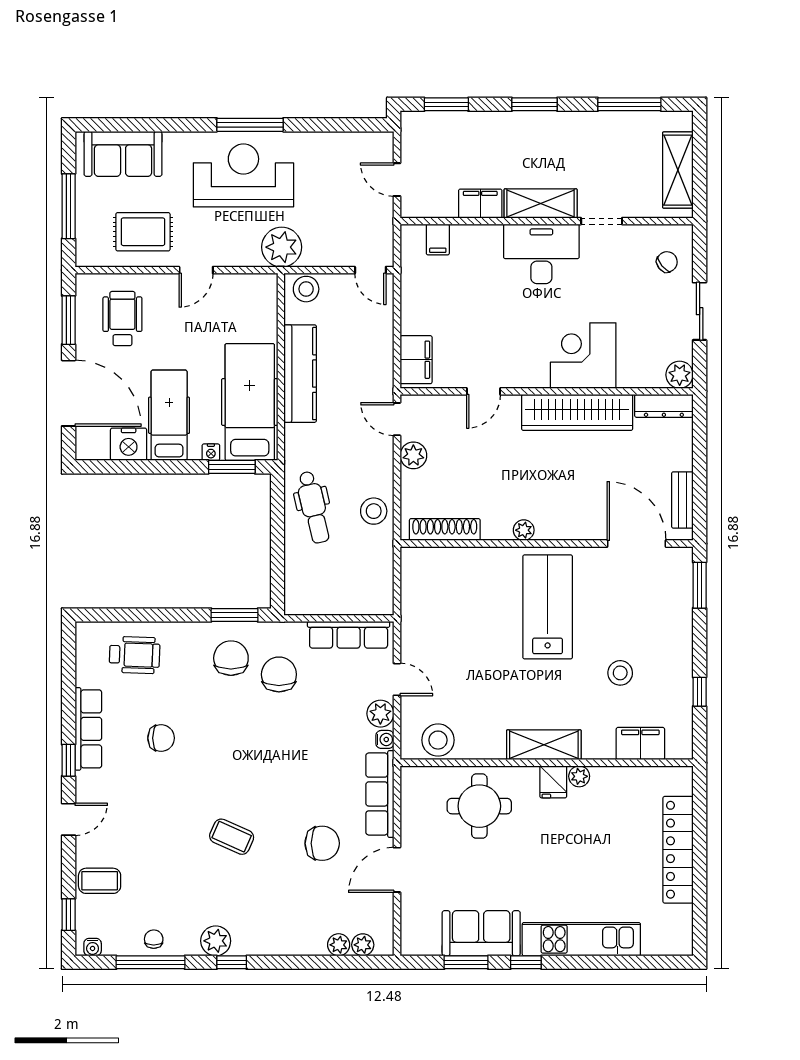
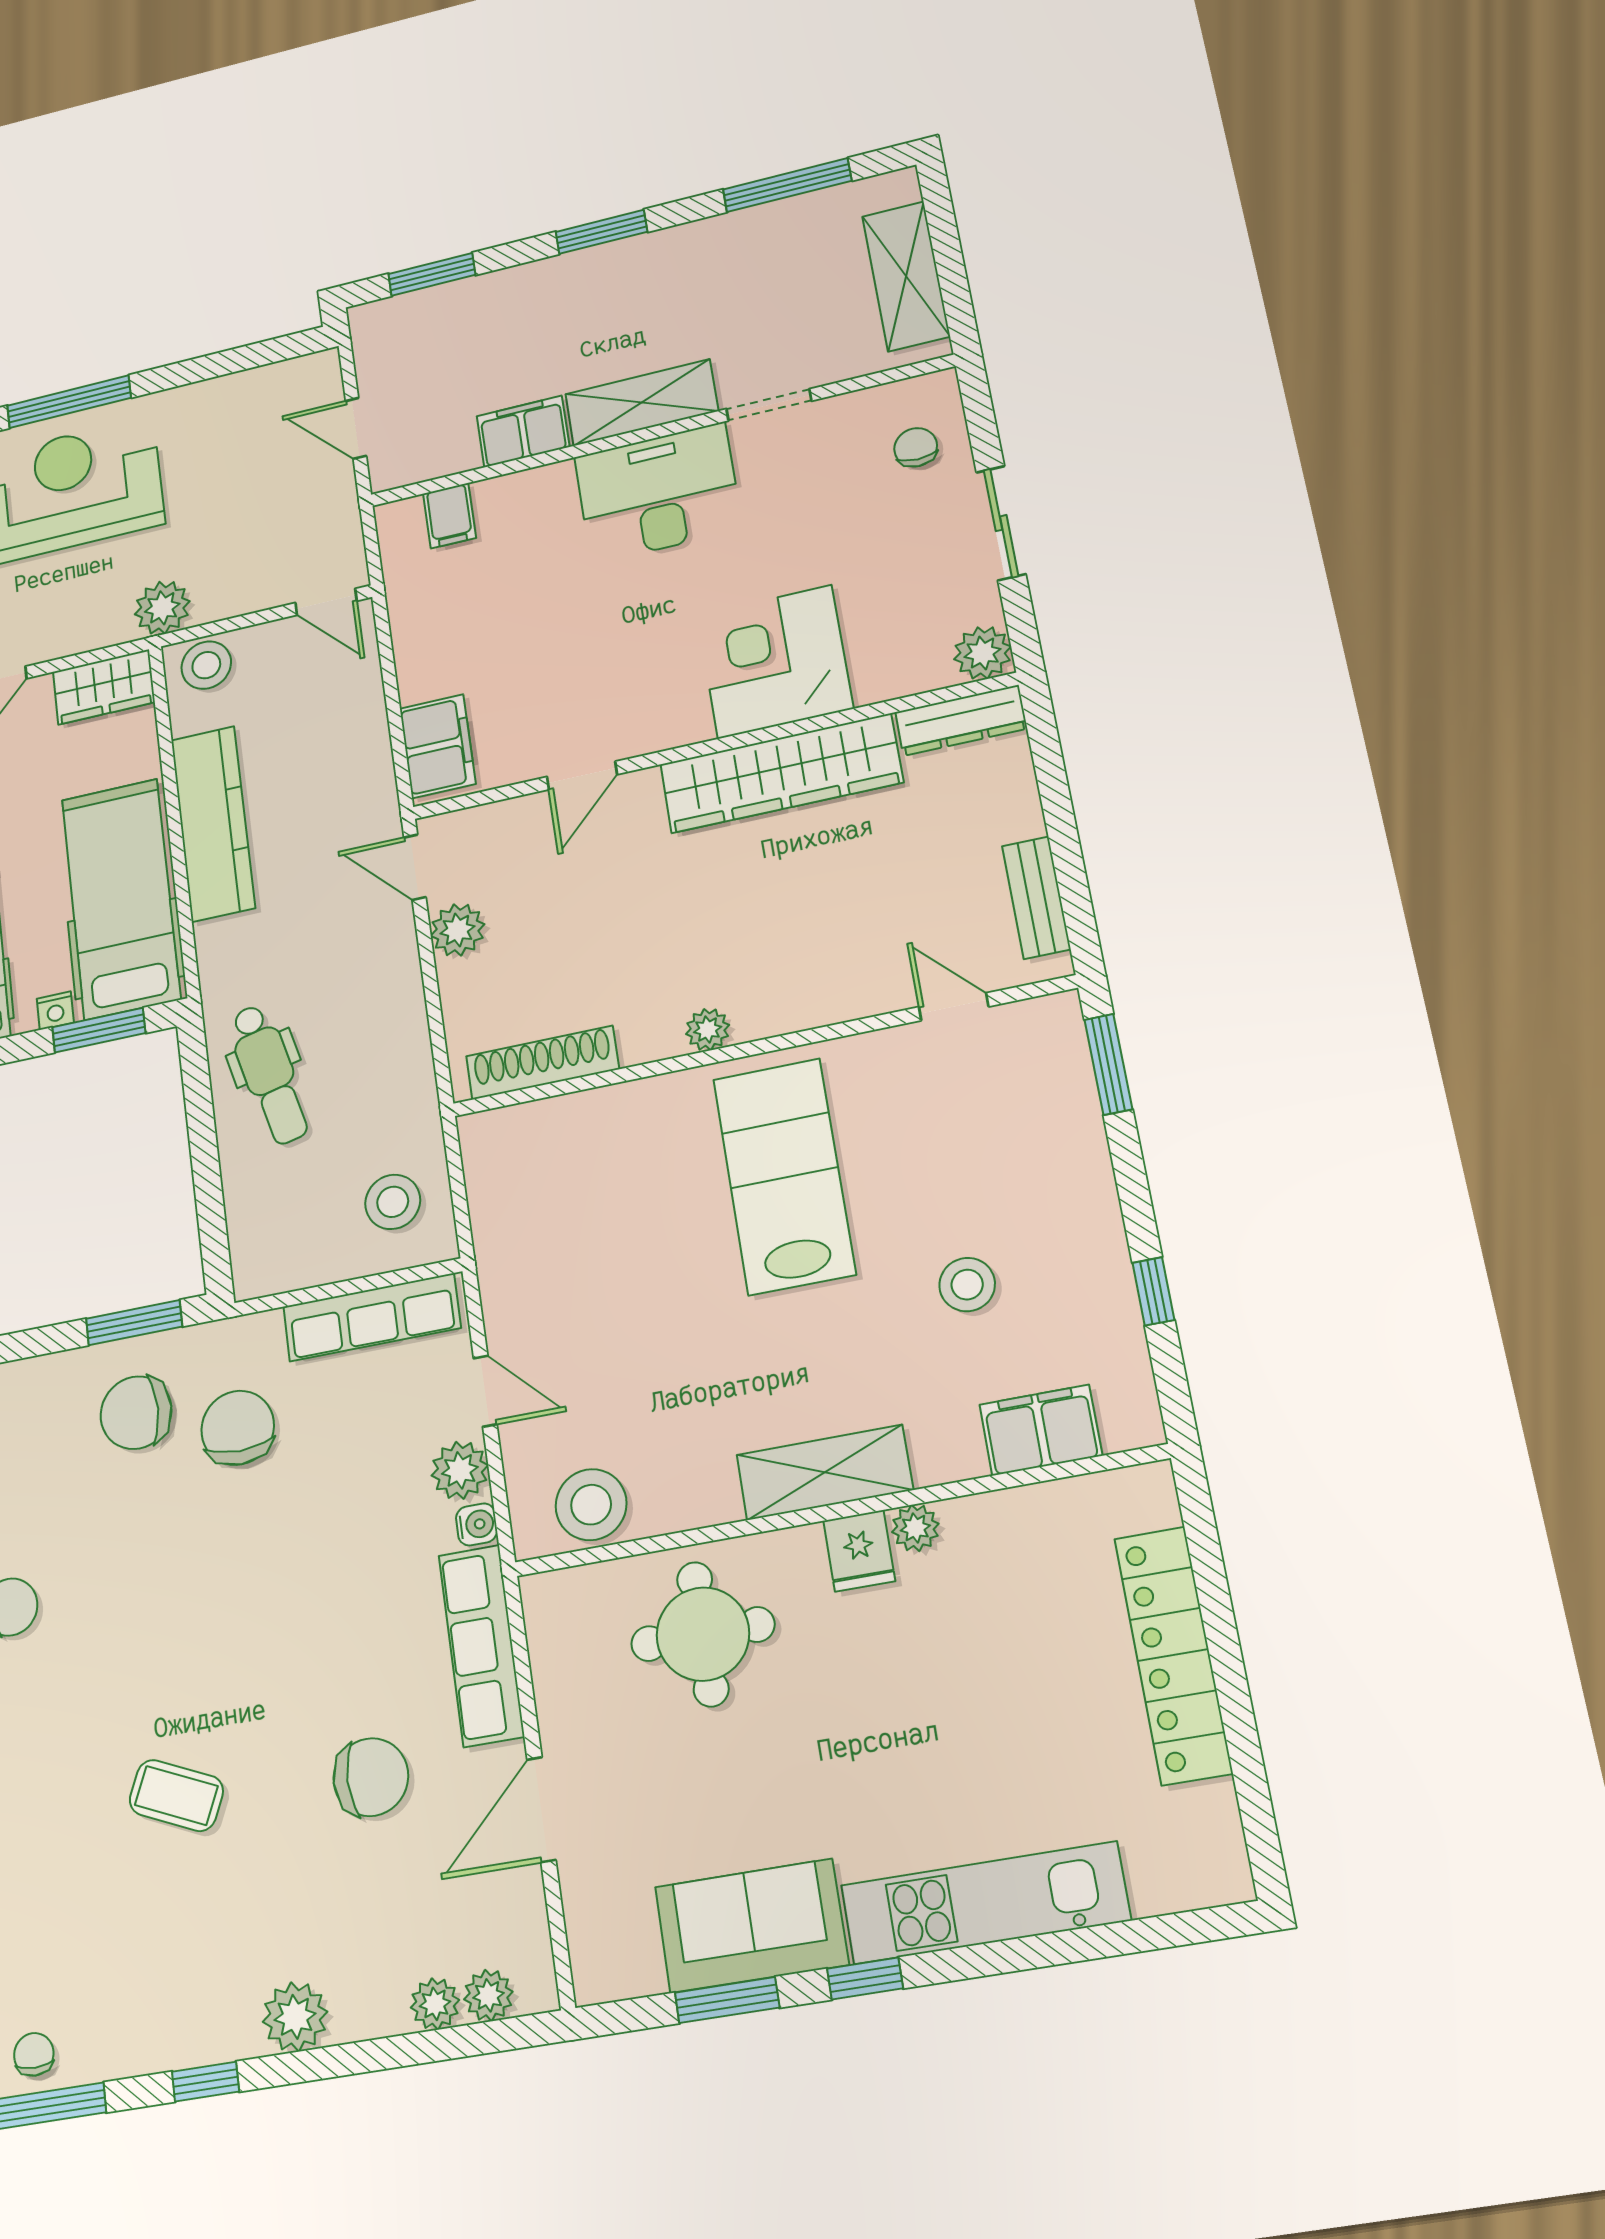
plant: (282, 247) -> (162, 608), width x0.73, depth x0.73
chair: (667, 262) -> (916, 447), turned -51
wardrobe: (252, 288) -> (104, 687), added
stool: (374, 511) -> (393, 1202), moved
door: (637, 544) -> (954, 1007), width x0.53
chair: (231, 658) -> (136, 1413), turned -90
plant: (216, 941) -> (295, 2017), moved

